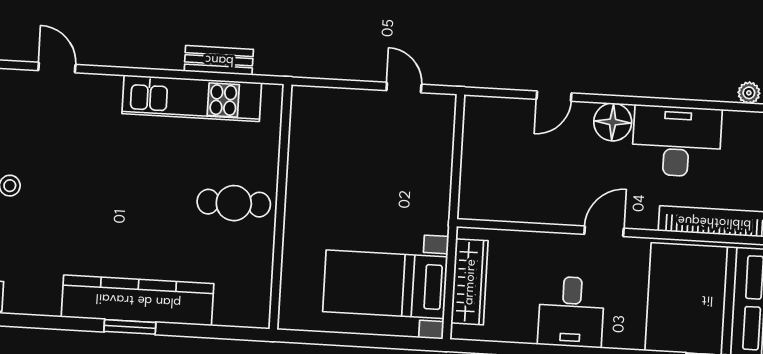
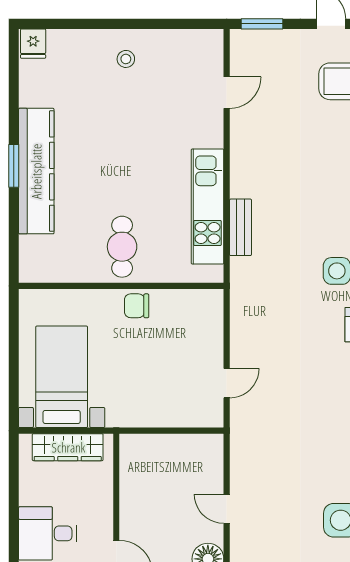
chair: (305, 190) -> (137, 306), added

